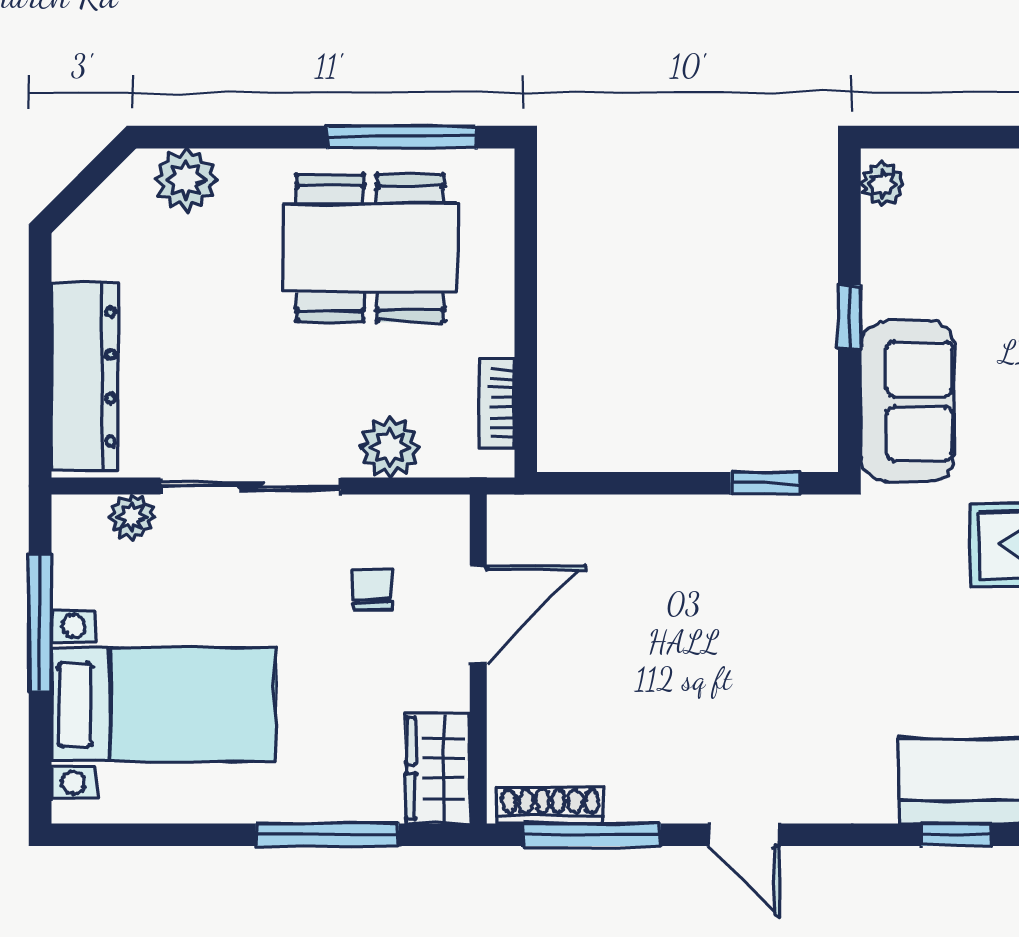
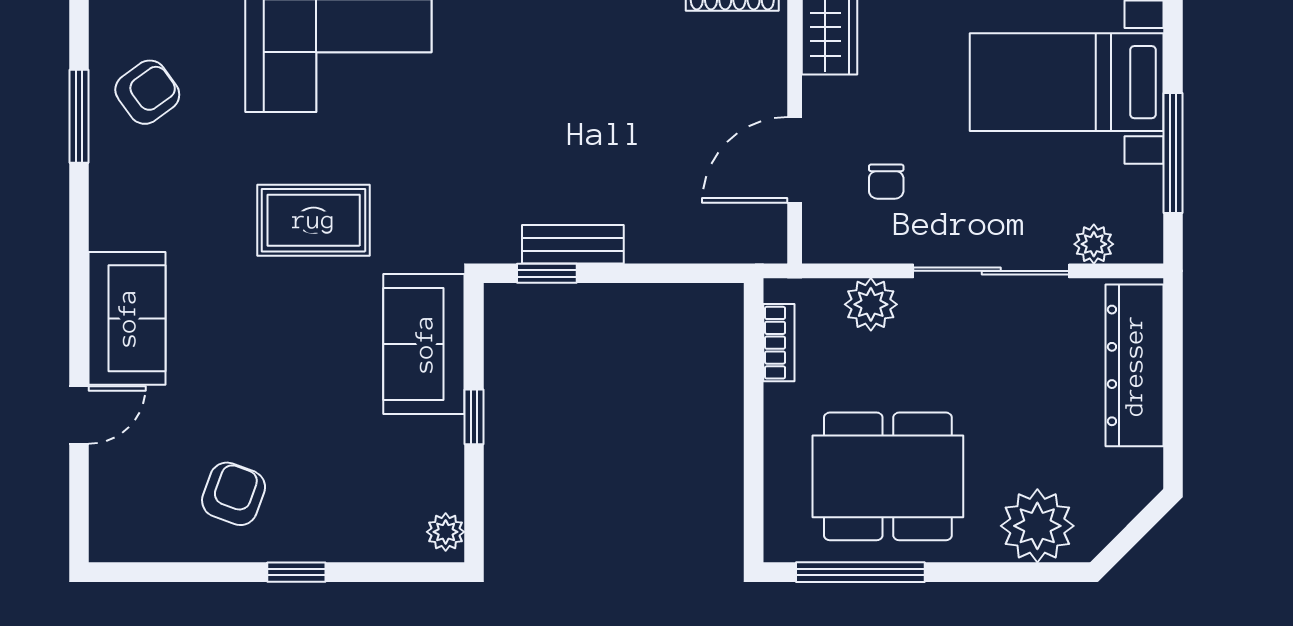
plant: (186, 179) -> (1037, 526), width x1.36, depth x1.36
bench: (735, 517) -> (573, 244), added

